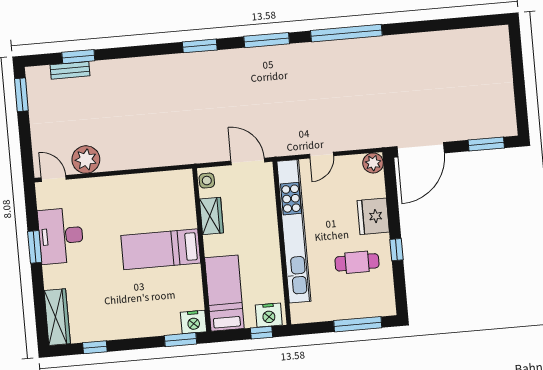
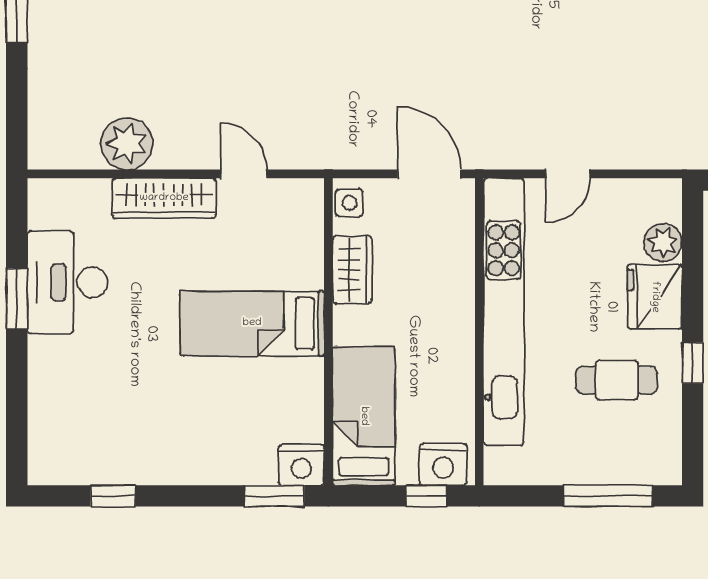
plant: (373, 163) -> (663, 243), moved
door: (54, 178) -> (244, 174), moved
wardrobe: (57, 317) -> (164, 198), moved, turned 90

